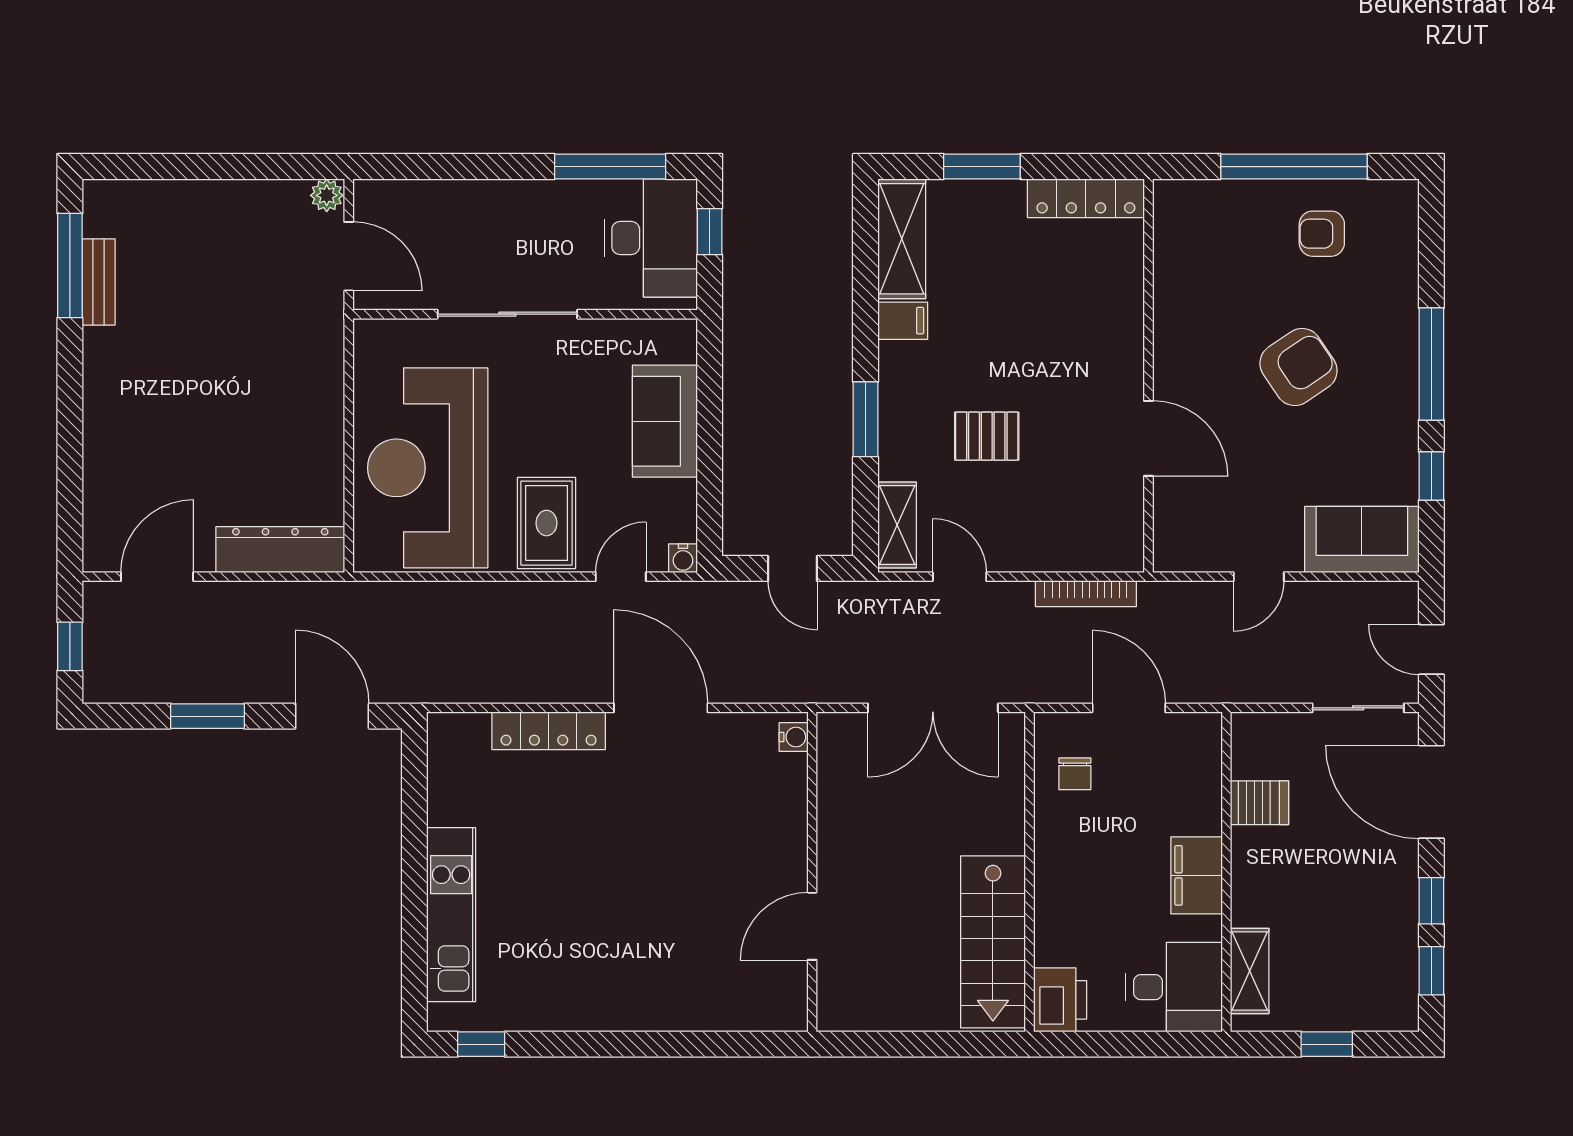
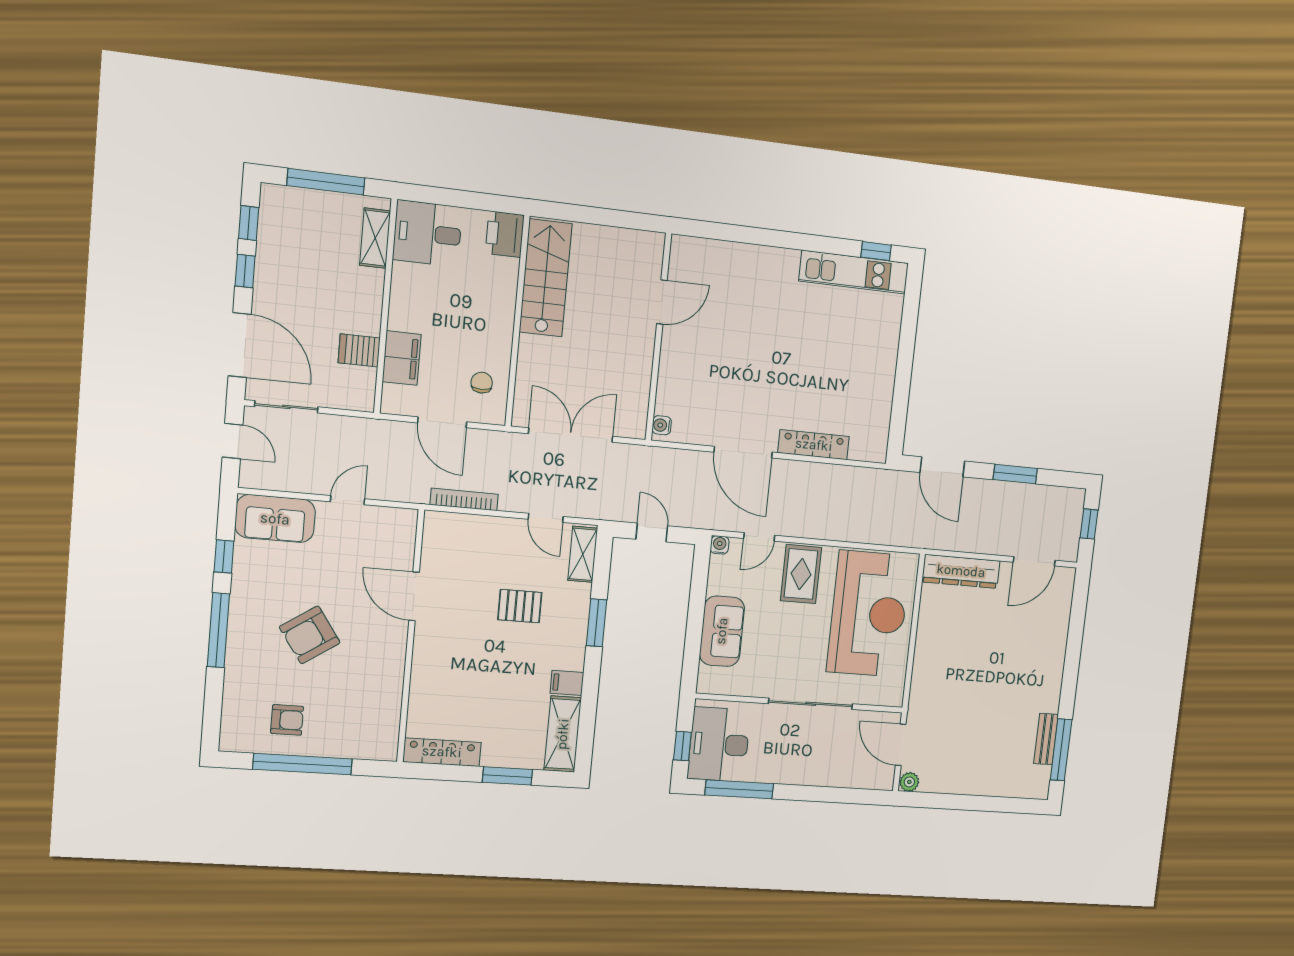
filing cabinet: (1197, 875) -> (402, 358), moved
kitchen unit: (451, 915) -> (854, 272), moved, turned -90
window: (1327, 1044) -> (326, 182), width x2.17

